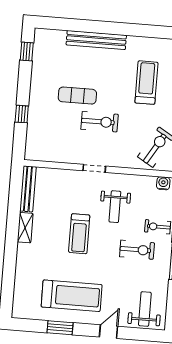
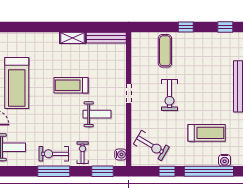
exercise mat: (77, 96) -> (165, 51), moved
window: (22, 114) -> (186, 27), moved
weight bench: (115, 207) -> (97, 114), turned 180
exercise bike: (137, 250) -> (54, 154), moved, turned 90

